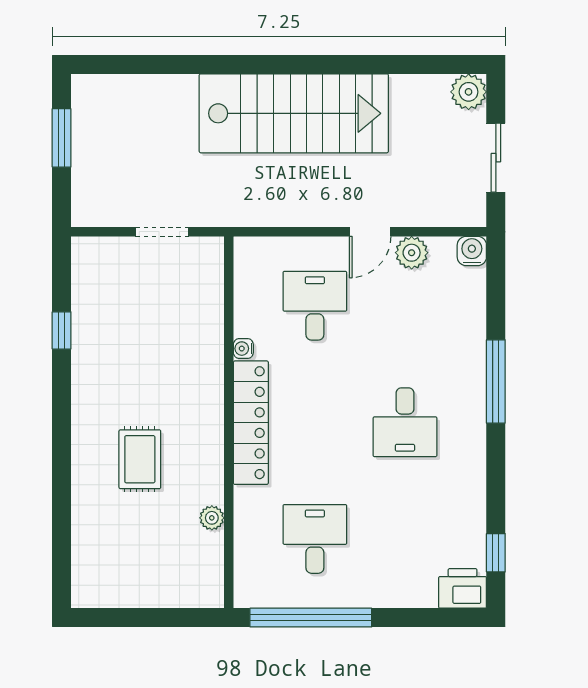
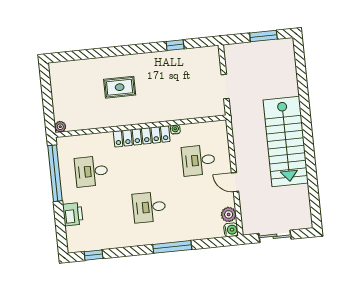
plant: (469, 92) -> (304, 221), removed
plant: (412, 253) -> (229, 214), moved
desk: (315, 306) -> (198, 160), turned 180
plant: (212, 518) -> (60, 127), moved
desk: (315, 539) -> (91, 171), turned 180
printer: (463, 588) -> (73, 214), moved

